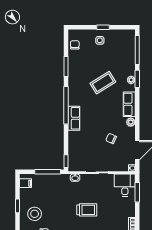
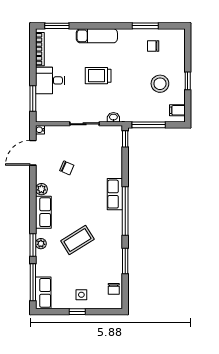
row of seats: (129, 42) -> (43, 293), added
desk: (125, 185) -> (50, 80), moved, turned 90
stool: (35, 214) -> (160, 84), moved

